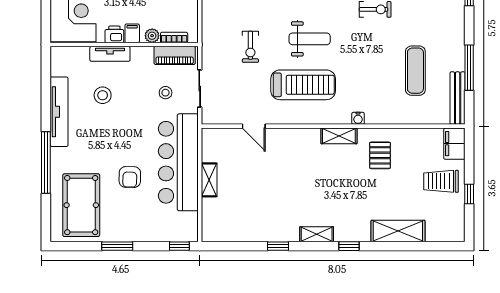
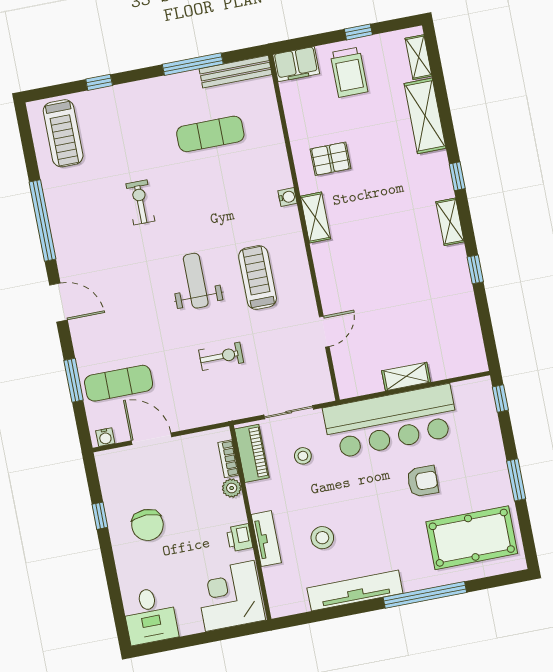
filing cabinet: (132, 33) -> (234, 515), removed
treadmill: (303, 85) -> (258, 277), width x0.73, depth x0.73
shelving: (442, 235) -> (419, 57), added

